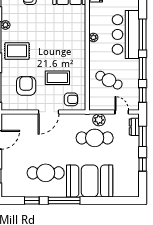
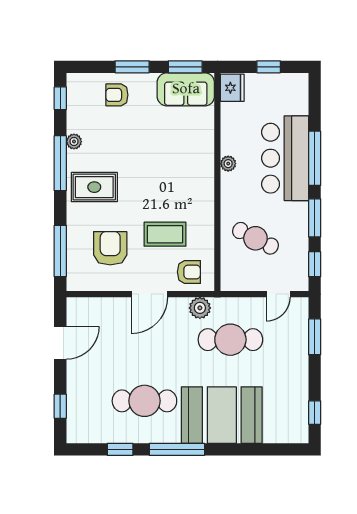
door: (122, 112) -> (278, 294), swing flipped
plant: (99, 120) -> (200, 308), moved
dresser: (134, 127) -> (300, 320), removed
window: (143, 164) -> (315, 413), moved

